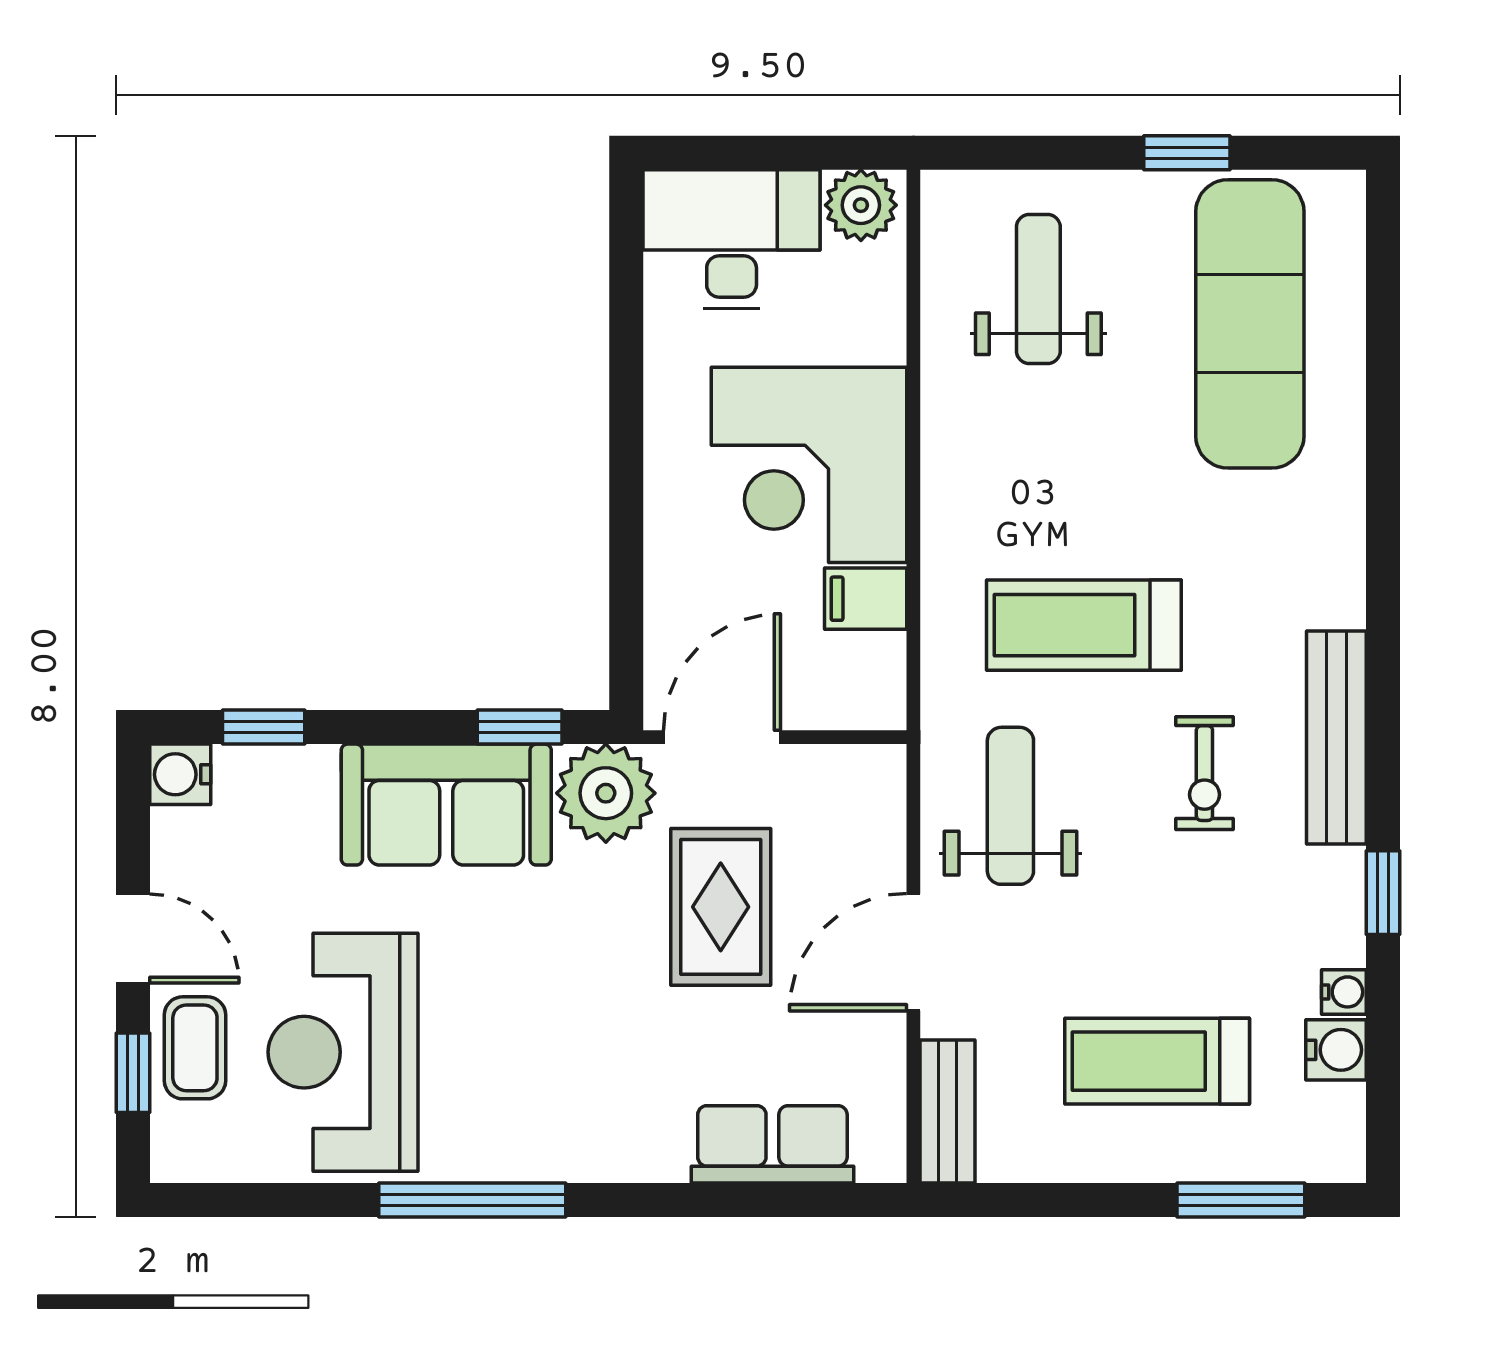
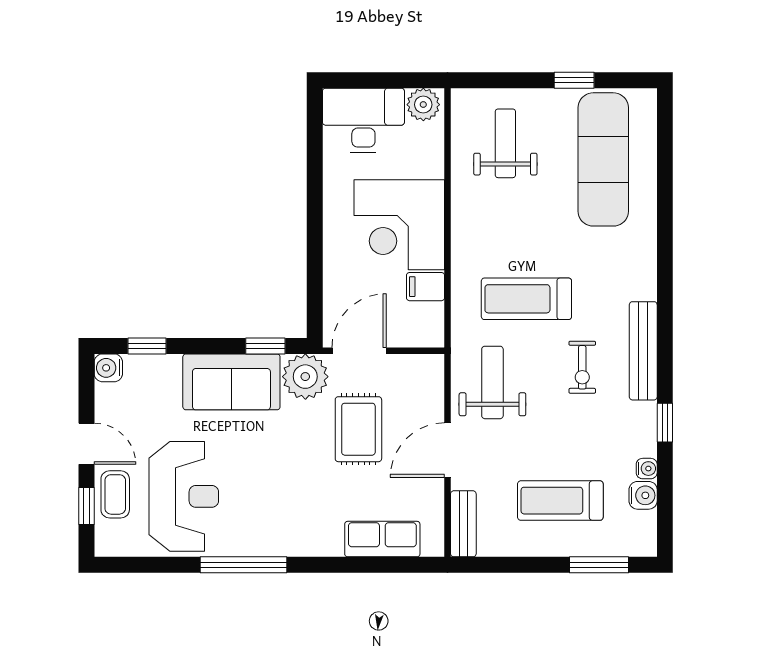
reception desk: (343, 1052) -> (184, 496), turned 180

